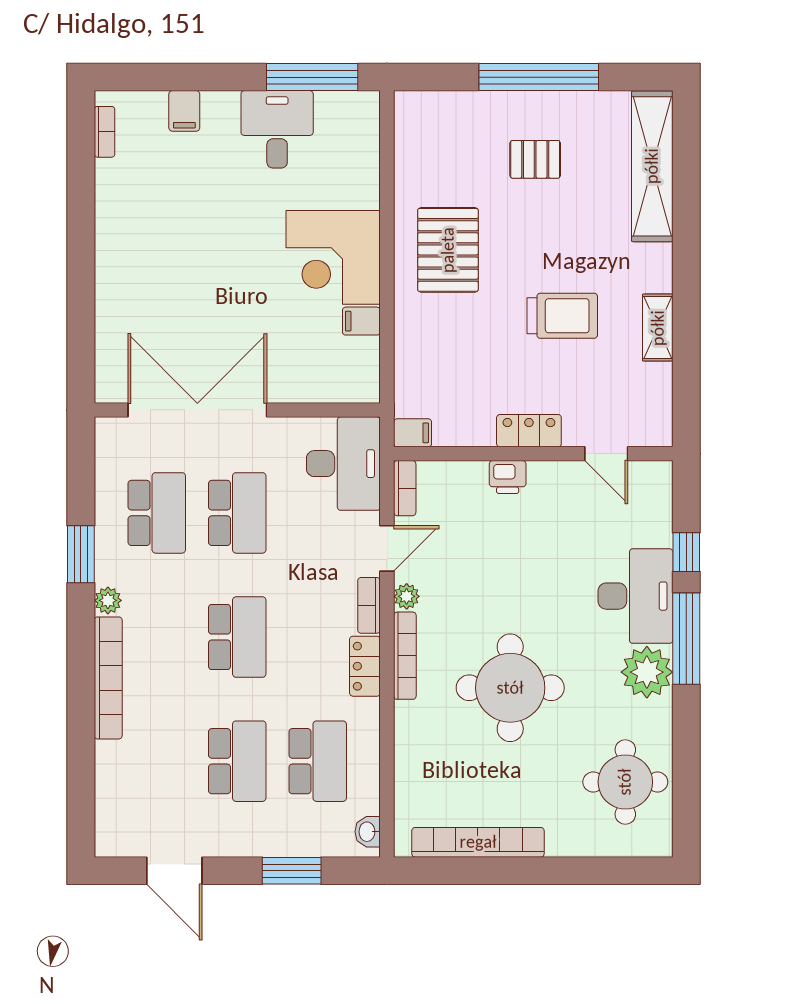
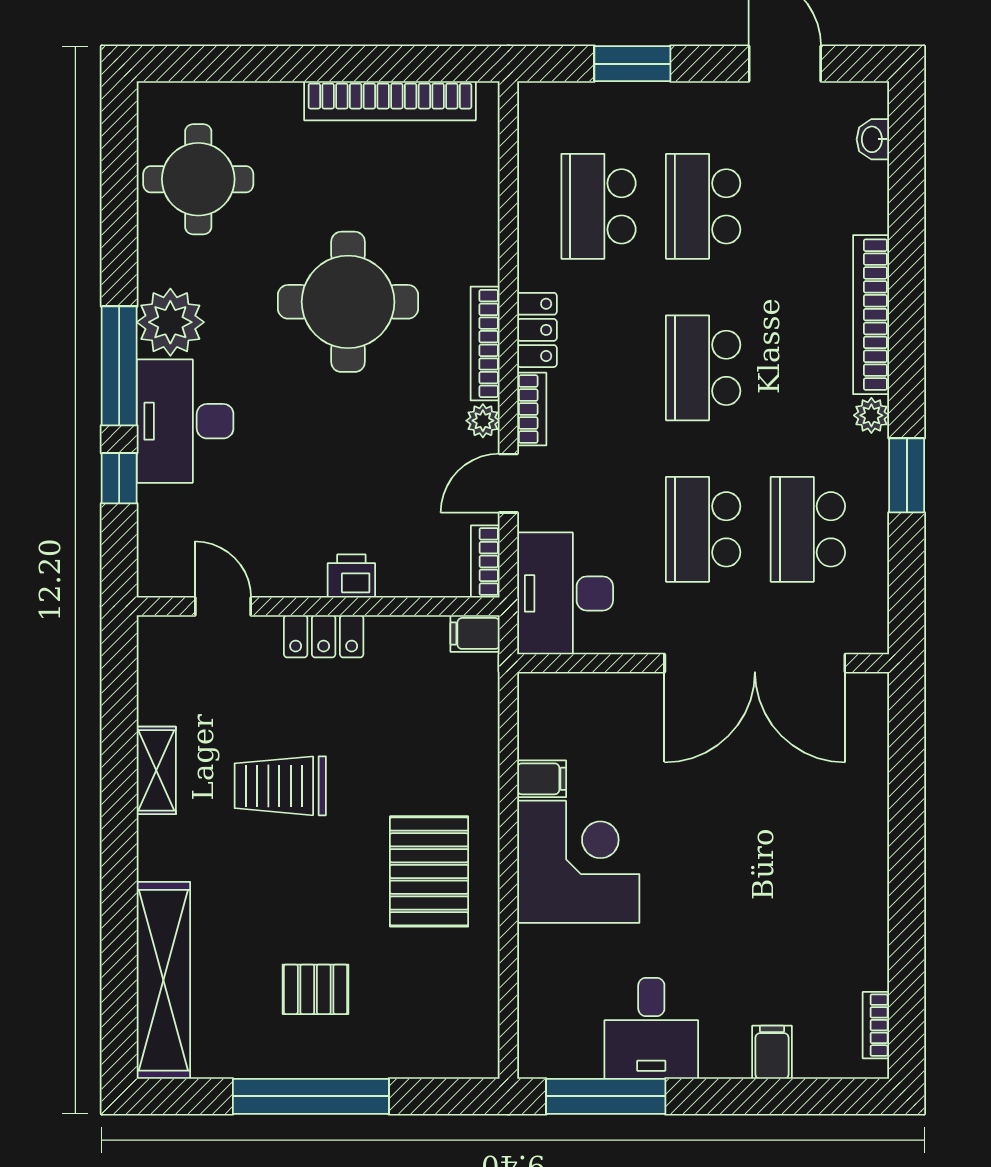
washbasin: (368, 832) -> (873, 139), moved, turned 180

